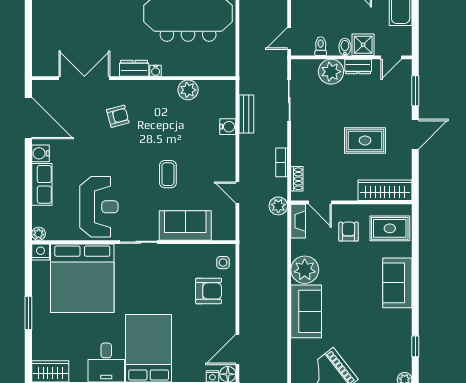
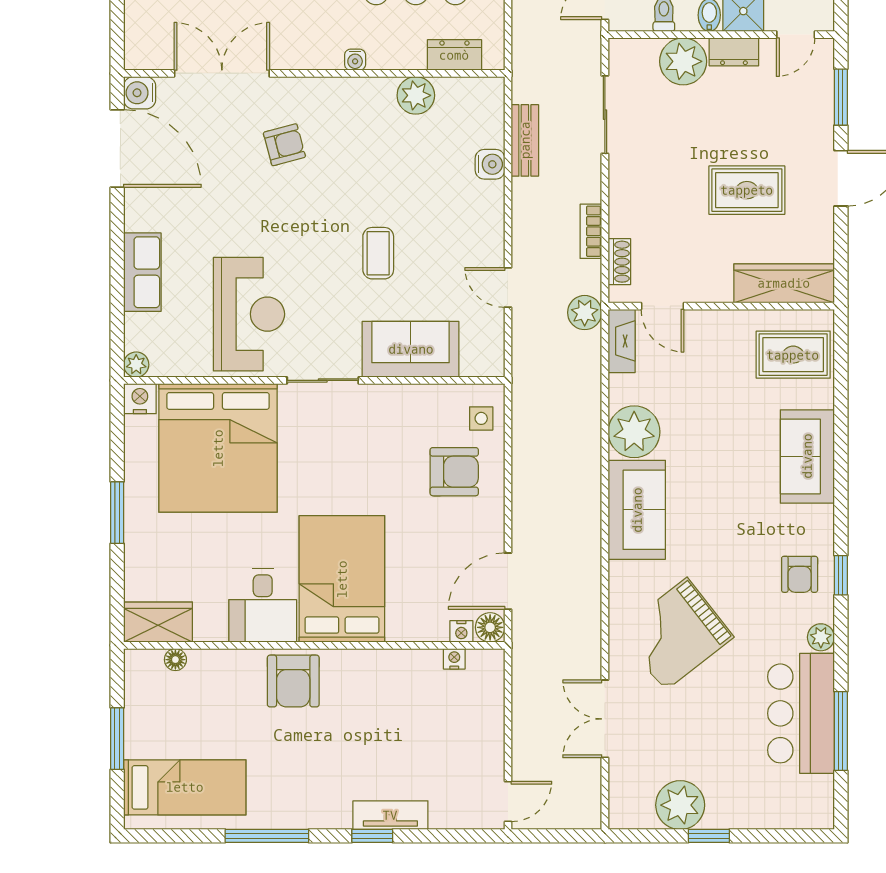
dresser: (134, 68) -> (454, 55), moved
water cooler: (40, 153) -> (140, 93), moved
armchair: (349, 232) -> (800, 574), moved, turned 180

